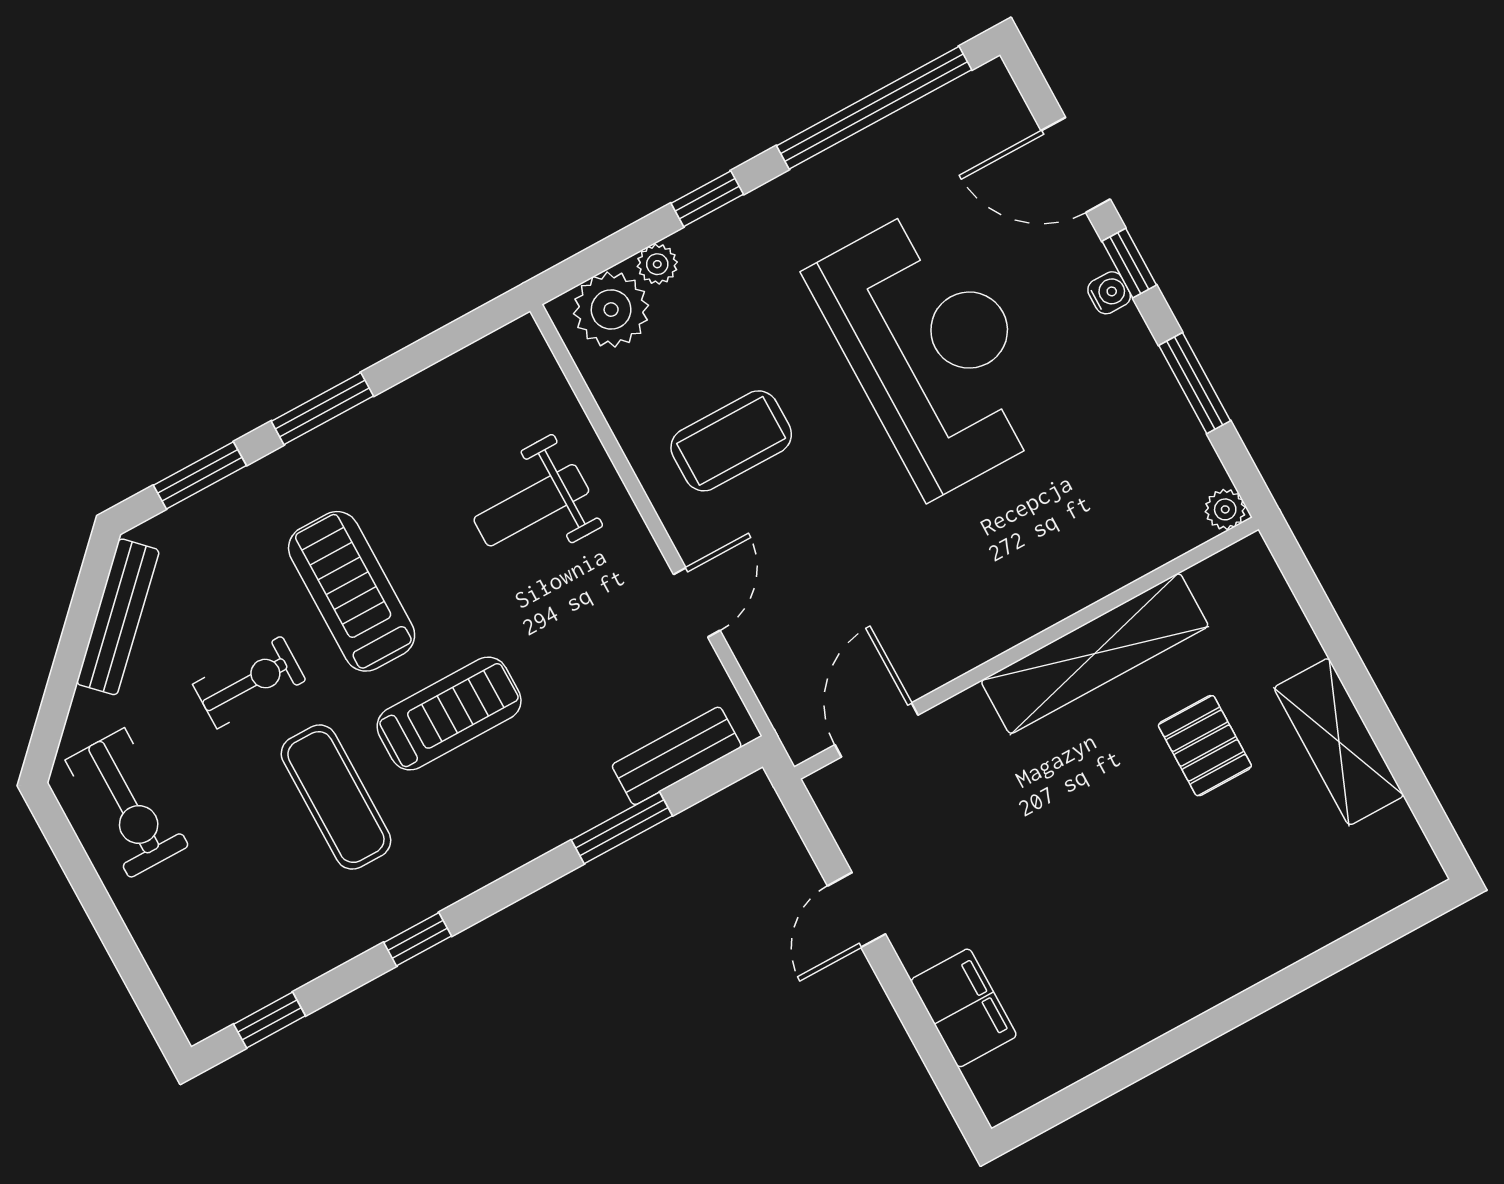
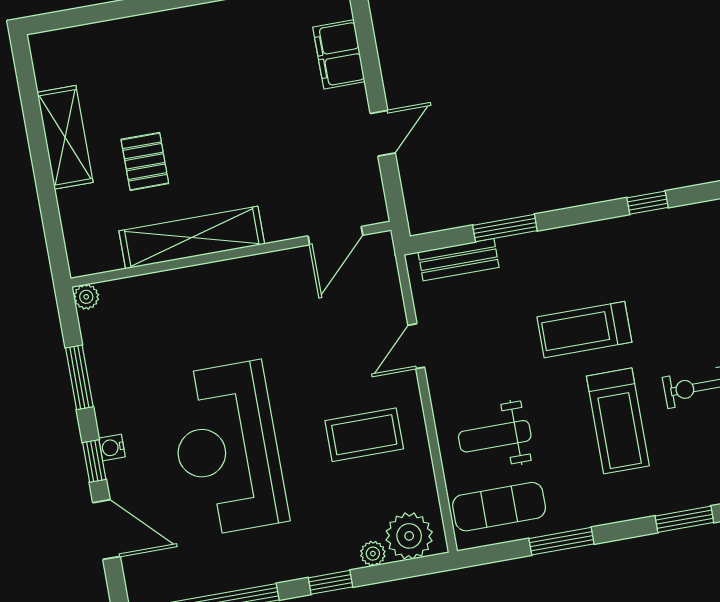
window: (322, 409) -> (561, 541), moved
weight bench: (531, 505) -> (495, 436), turned 180
exercise mat: (336, 797) -> (499, 507), moved, turned 90

